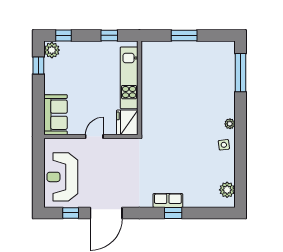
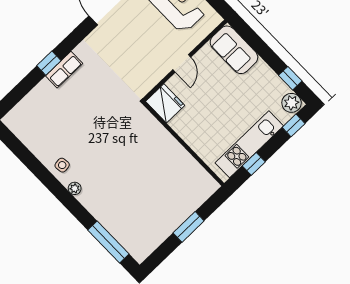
kitchen unit: (129, 78) -> (249, 144), moved, turned -90
plant: (227, 190) -> (21, 129), removed

